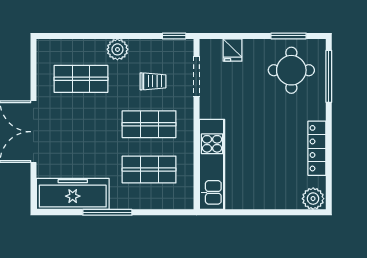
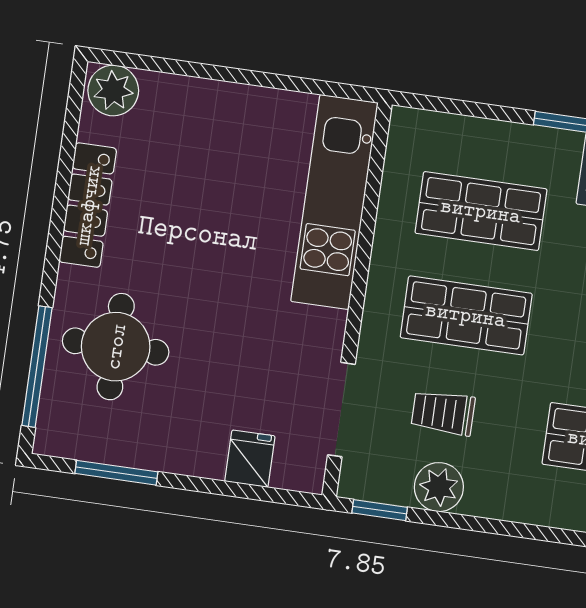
plant: (117, 49) -> (439, 487), moved
round table: (291, 70) -> (116, 347), moved

